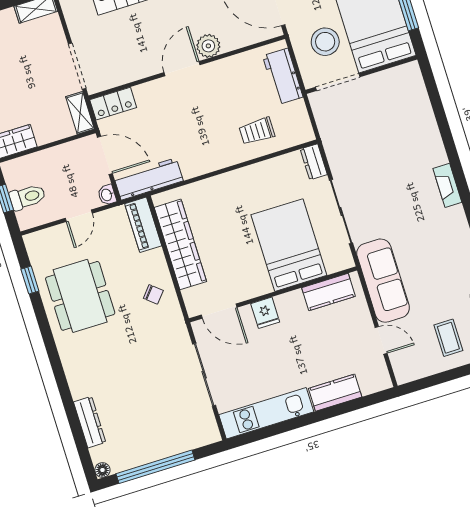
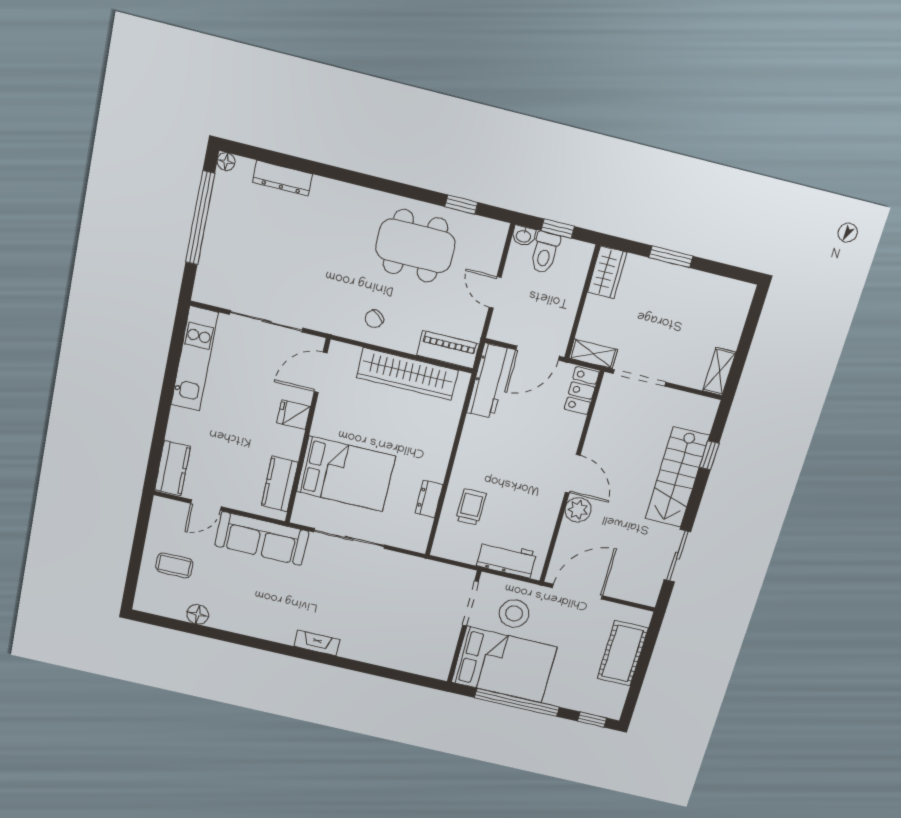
dresser: (314, 162) -> (429, 499), moved, turned -90
washbasin: (107, 195) -> (524, 236), moved, turned 180
kitchen counter: (335, 393) -> (173, 468), moved

